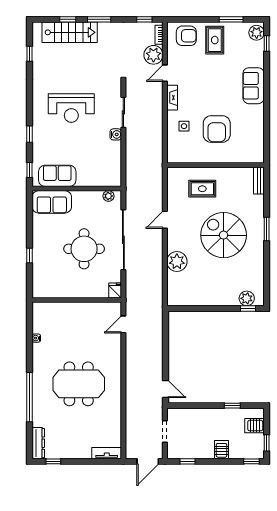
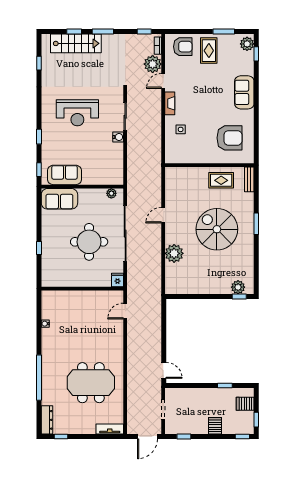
armchair: (217, 129) -> (230, 138), moved, turned -90
rug: (202, 189) -> (221, 180), moved
meeting table: (79, 384) -> (91, 383), moved

